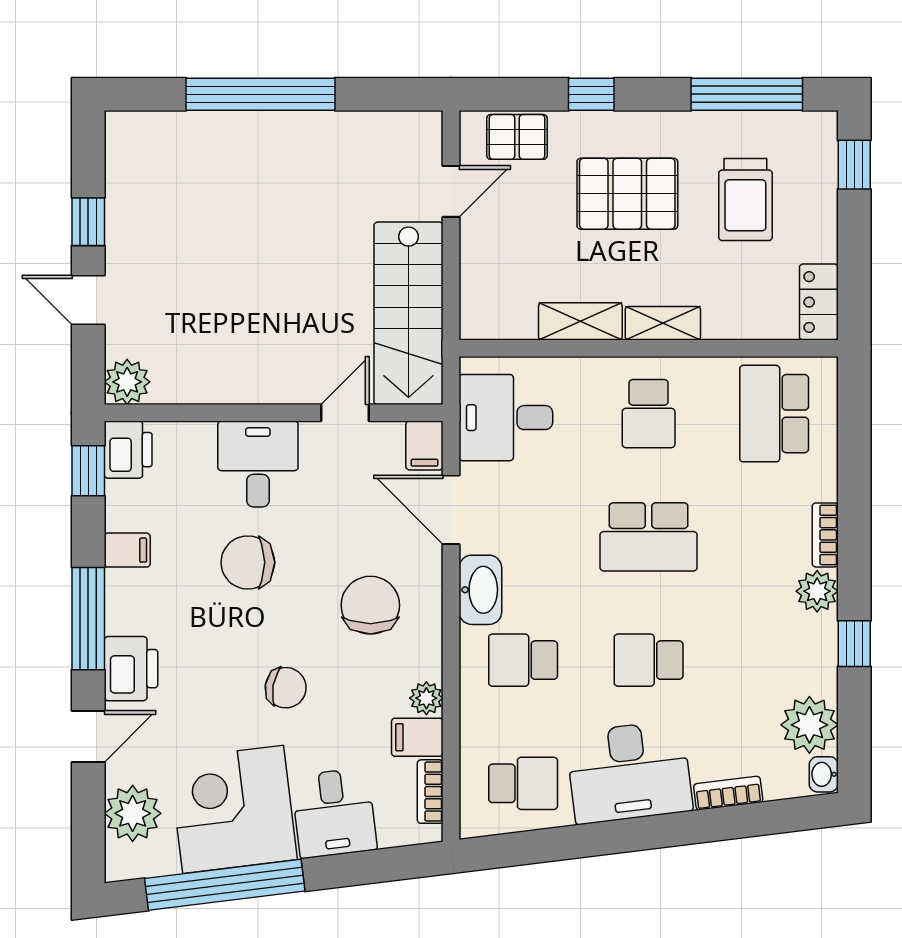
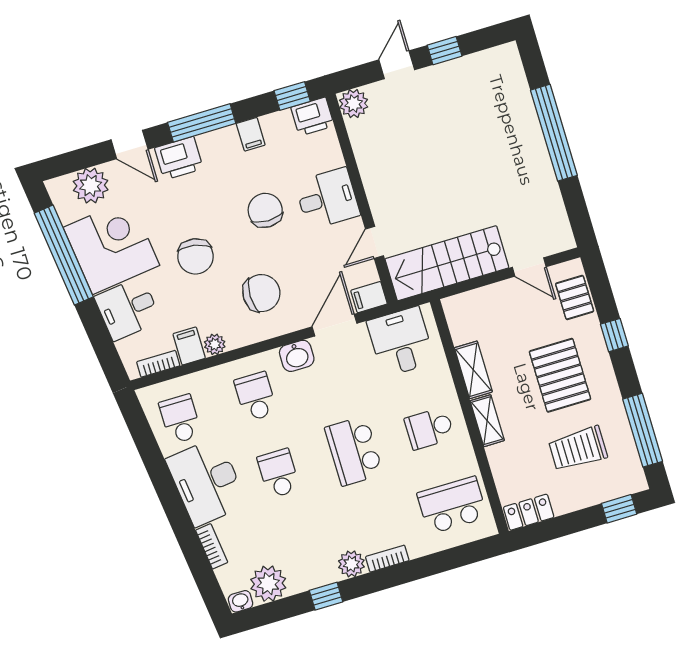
door: (345, 413) -> (374, 242), swing flipped
washbasin: (480, 590) -> (297, 356), width x0.72
chair: (286, 688) -> (195, 256), width x1.37, depth x1.37
school desk: (523, 783) -> (180, 419), turned 180

